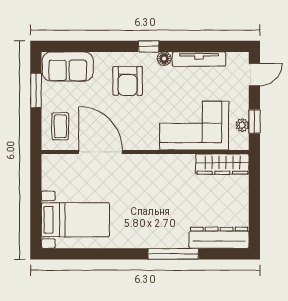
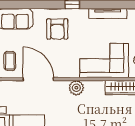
floor lamp: (164, 59) -> (83, 13), removed
plant: (155, 164) -> (76, 88), added

